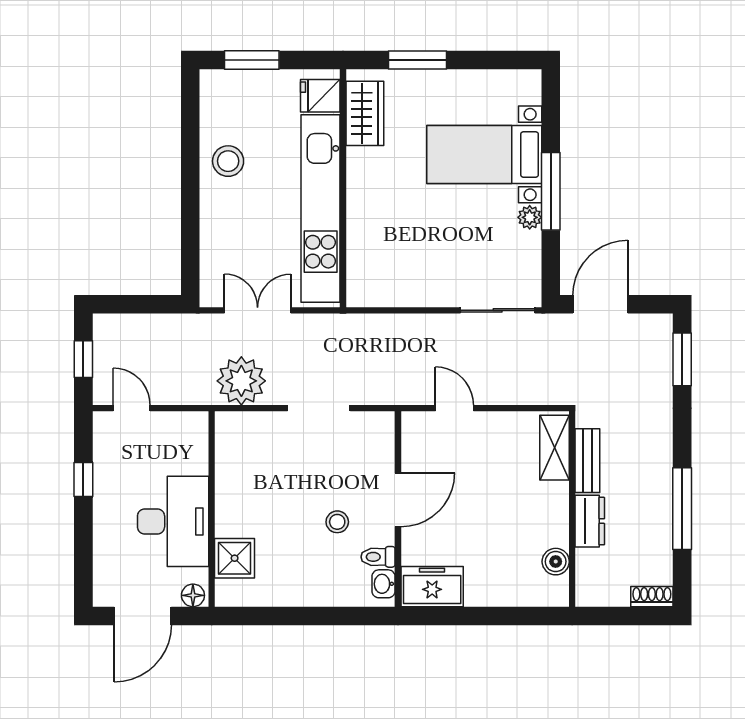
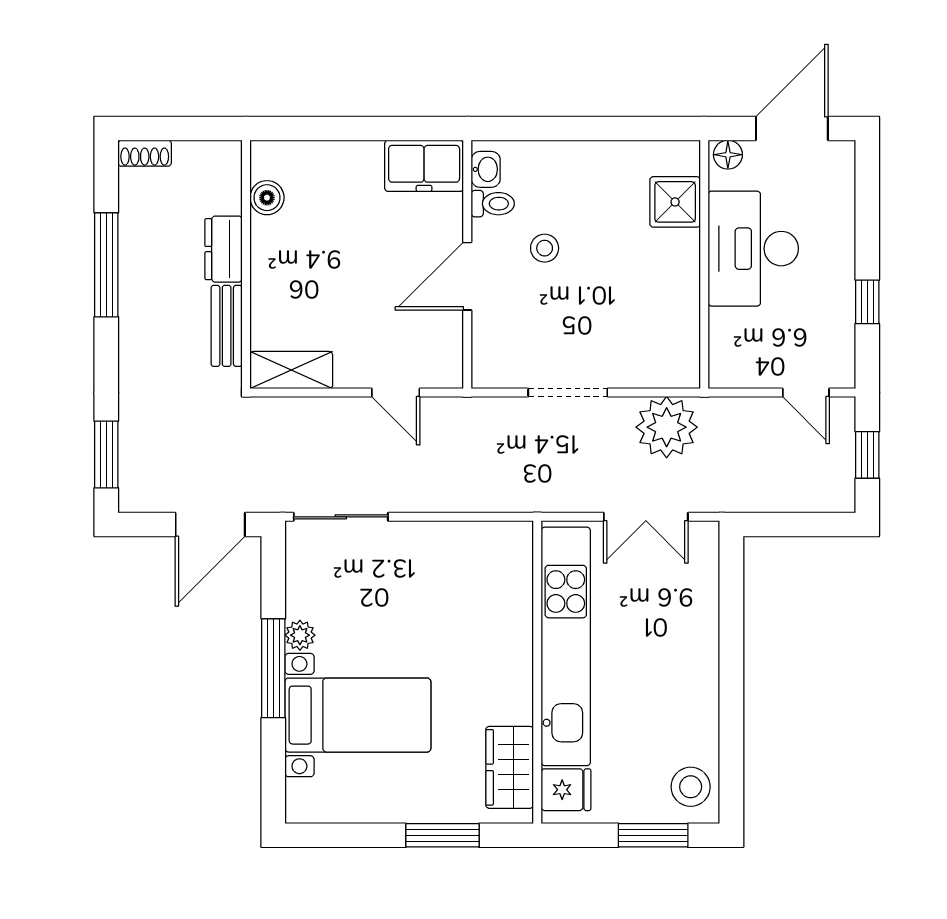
stool: (228, 161) -> (691, 787), moved
shelving: (554, 448) -> (291, 370), moved, turned 90

